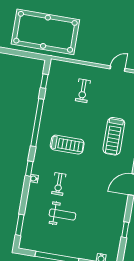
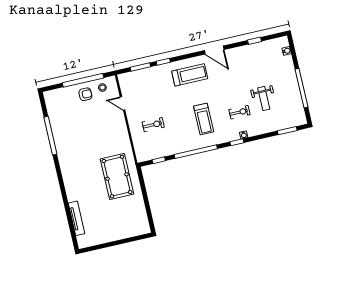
pool table: (45, 32) -> (117, 177), width x0.73, depth x0.76
treadmill: (114, 136) -> (190, 75), moved
treadmill: (67, 145) -> (204, 119), turned 180
weight bench: (62, 215) -> (264, 98), turned 180

